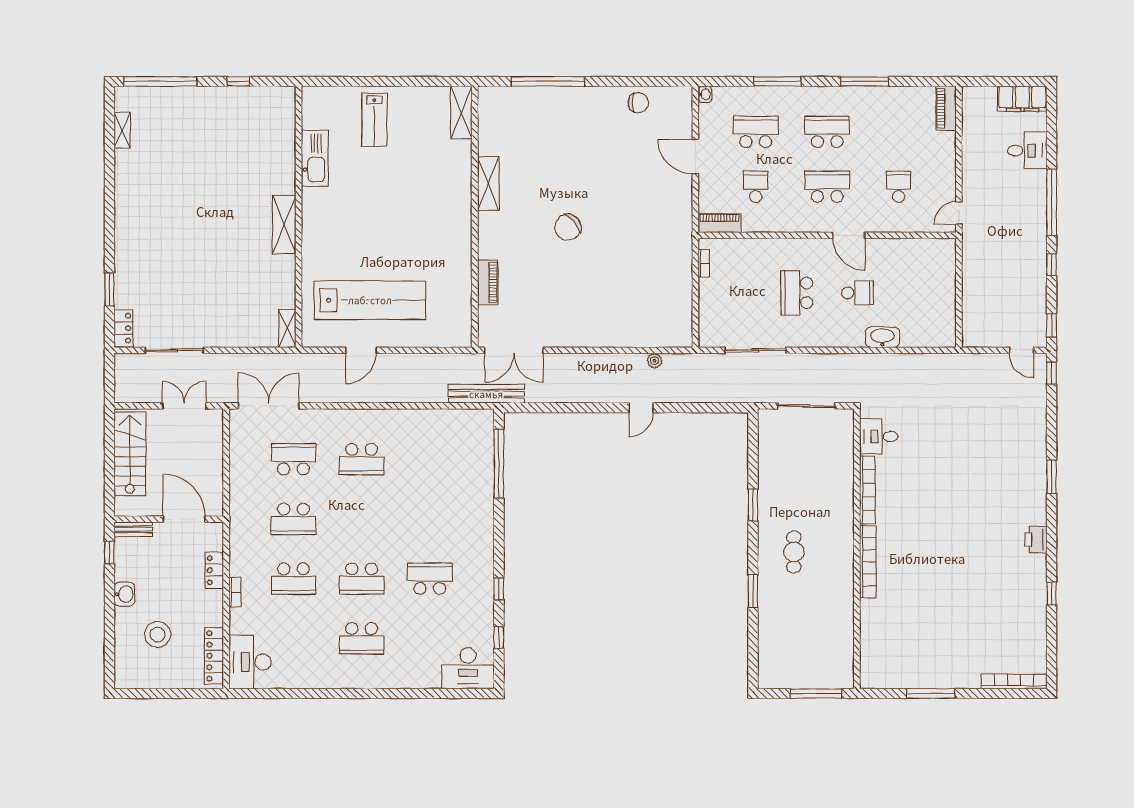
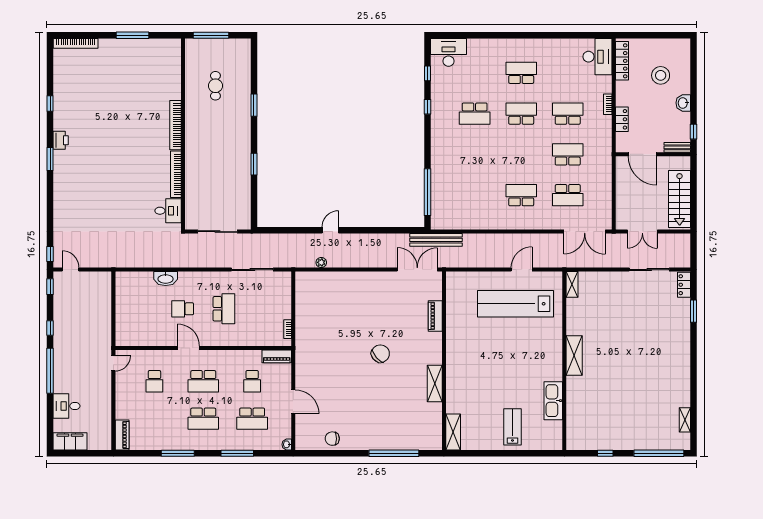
window: (1052, 477) -> (50, 159), moved
cafe table: (794, 552) -> (215, 86), moved

